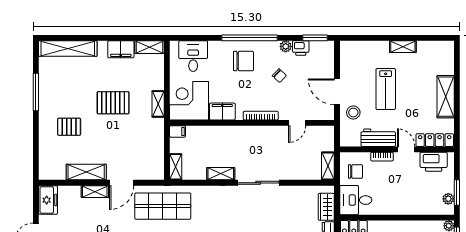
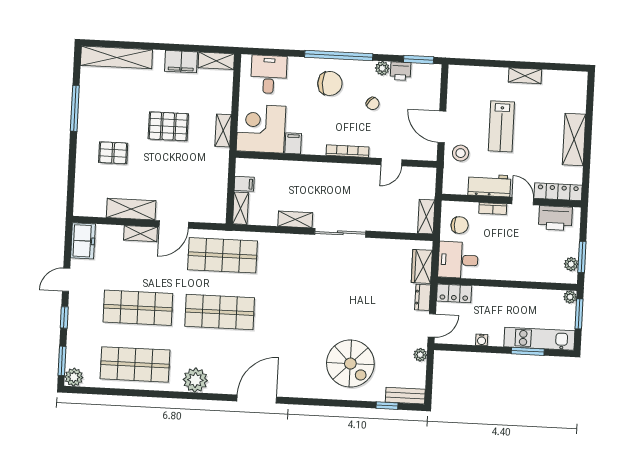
filing cabinet: (222, 112) -> (293, 143), width x0.50
filing cabinet: (178, 132) -> (244, 184), moved

